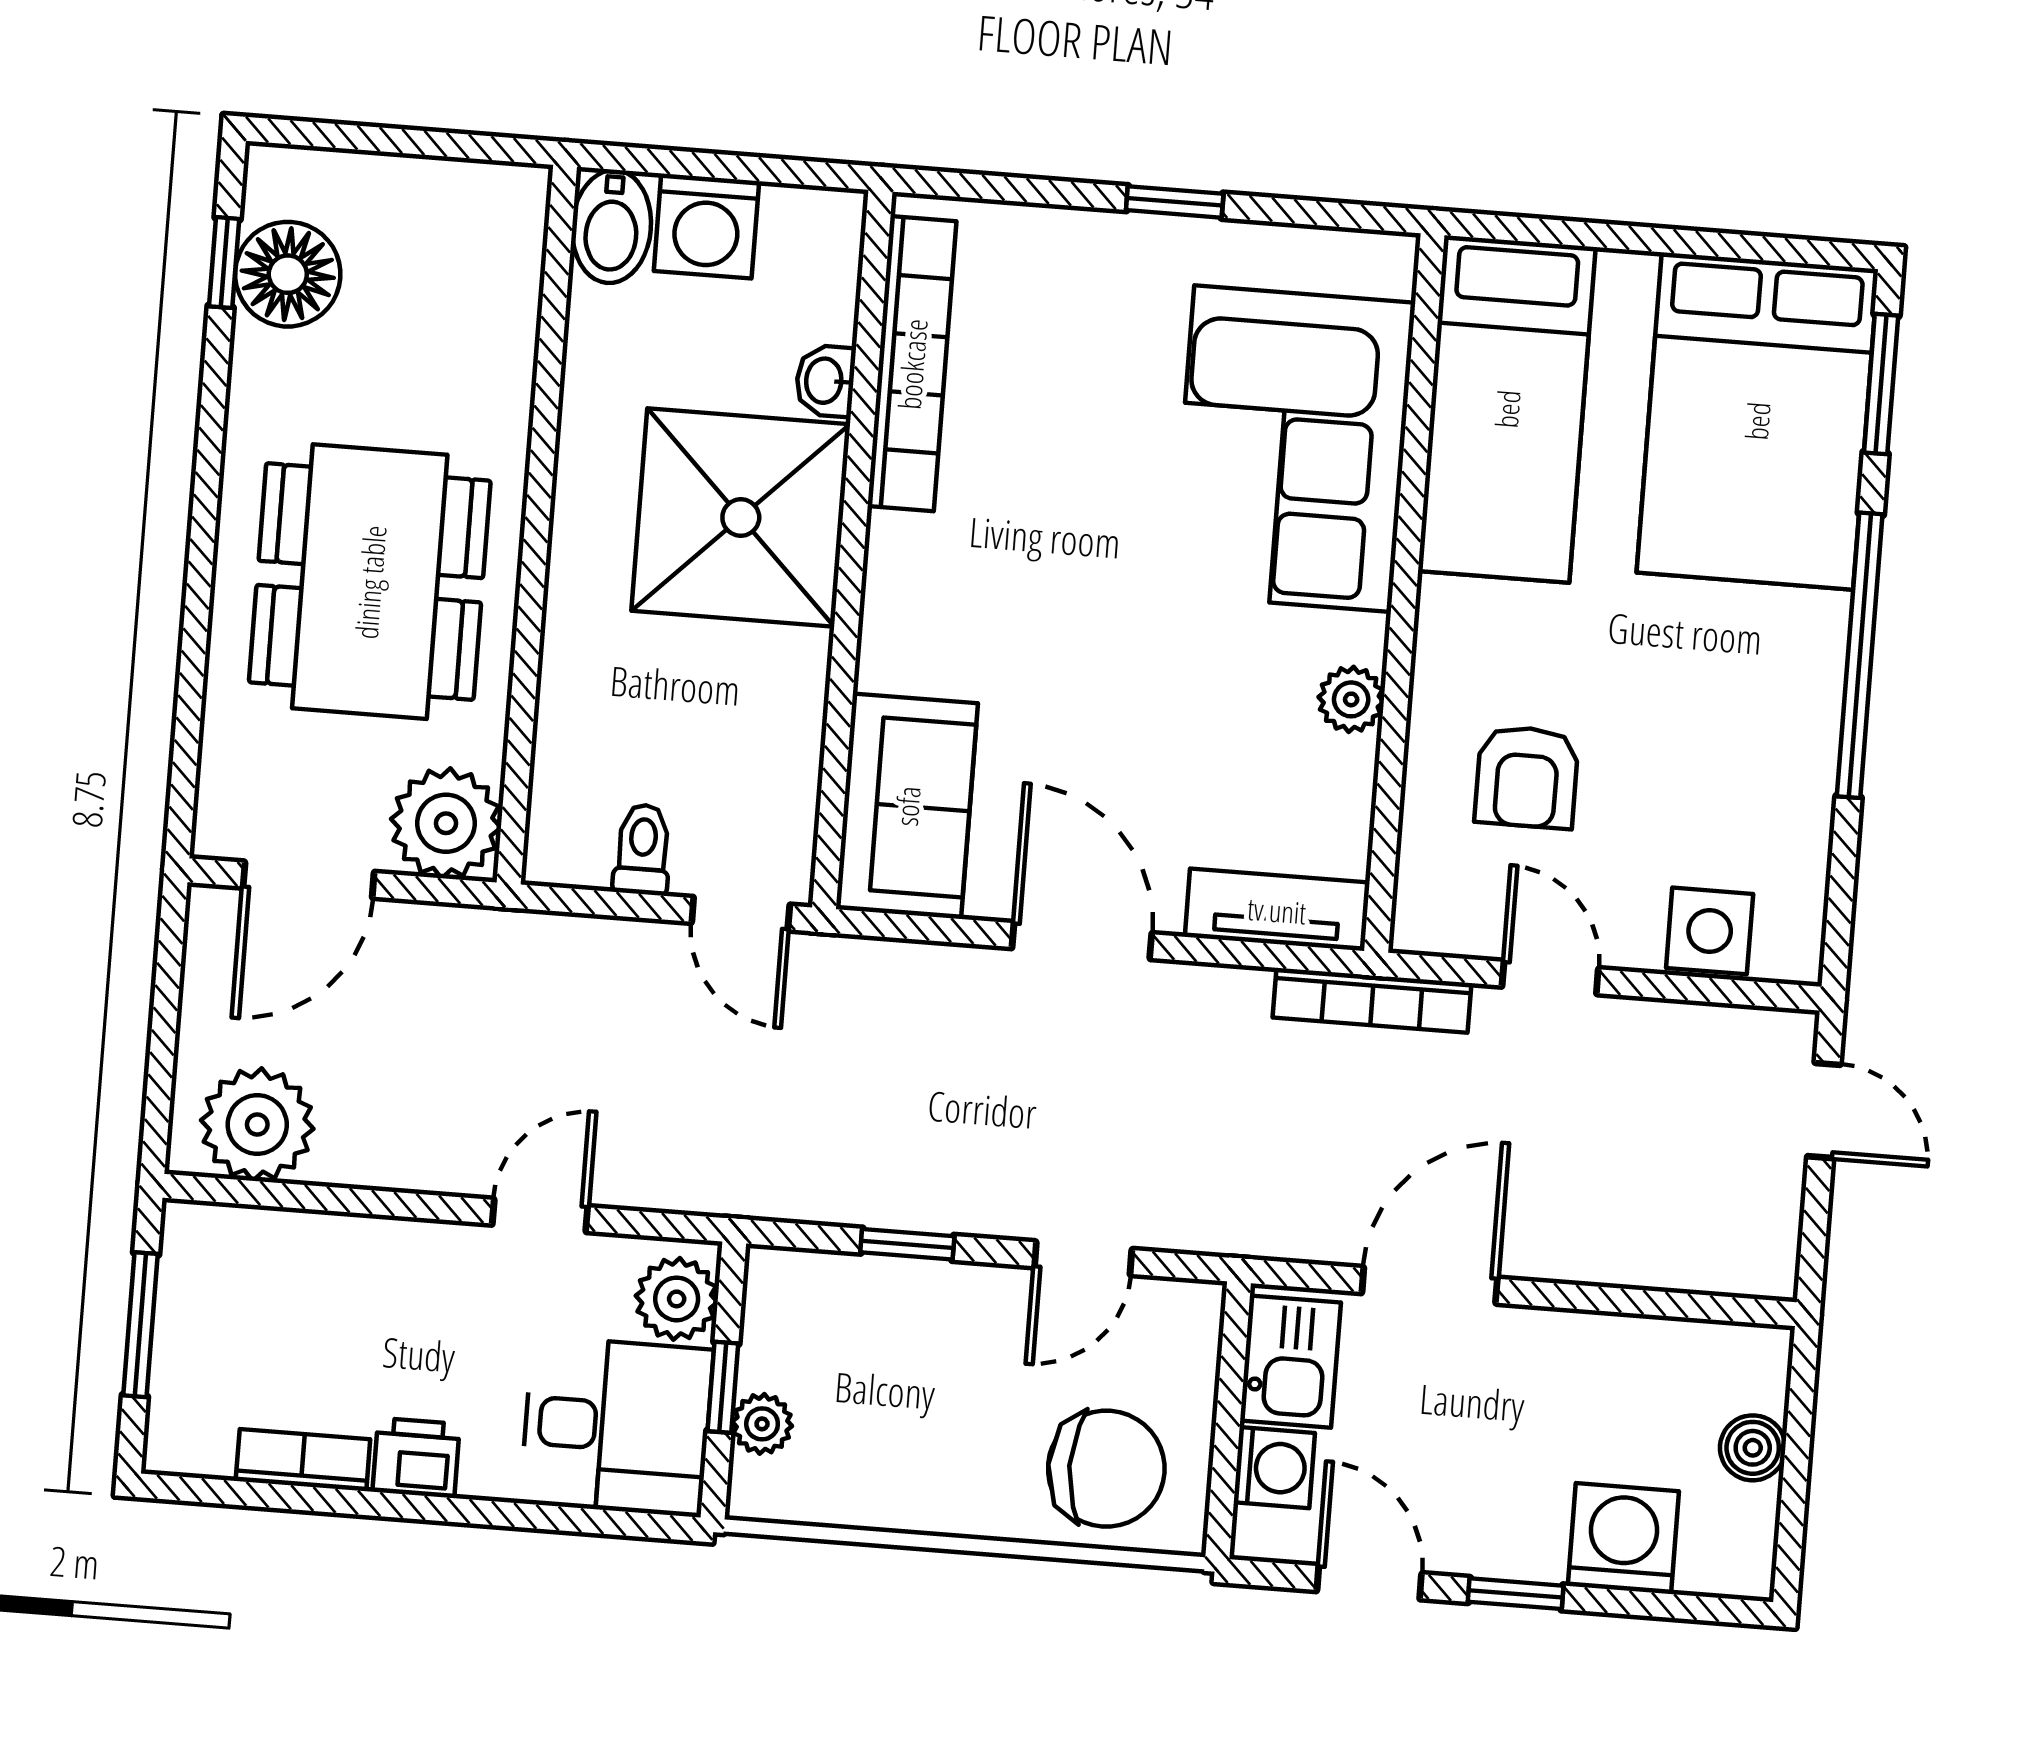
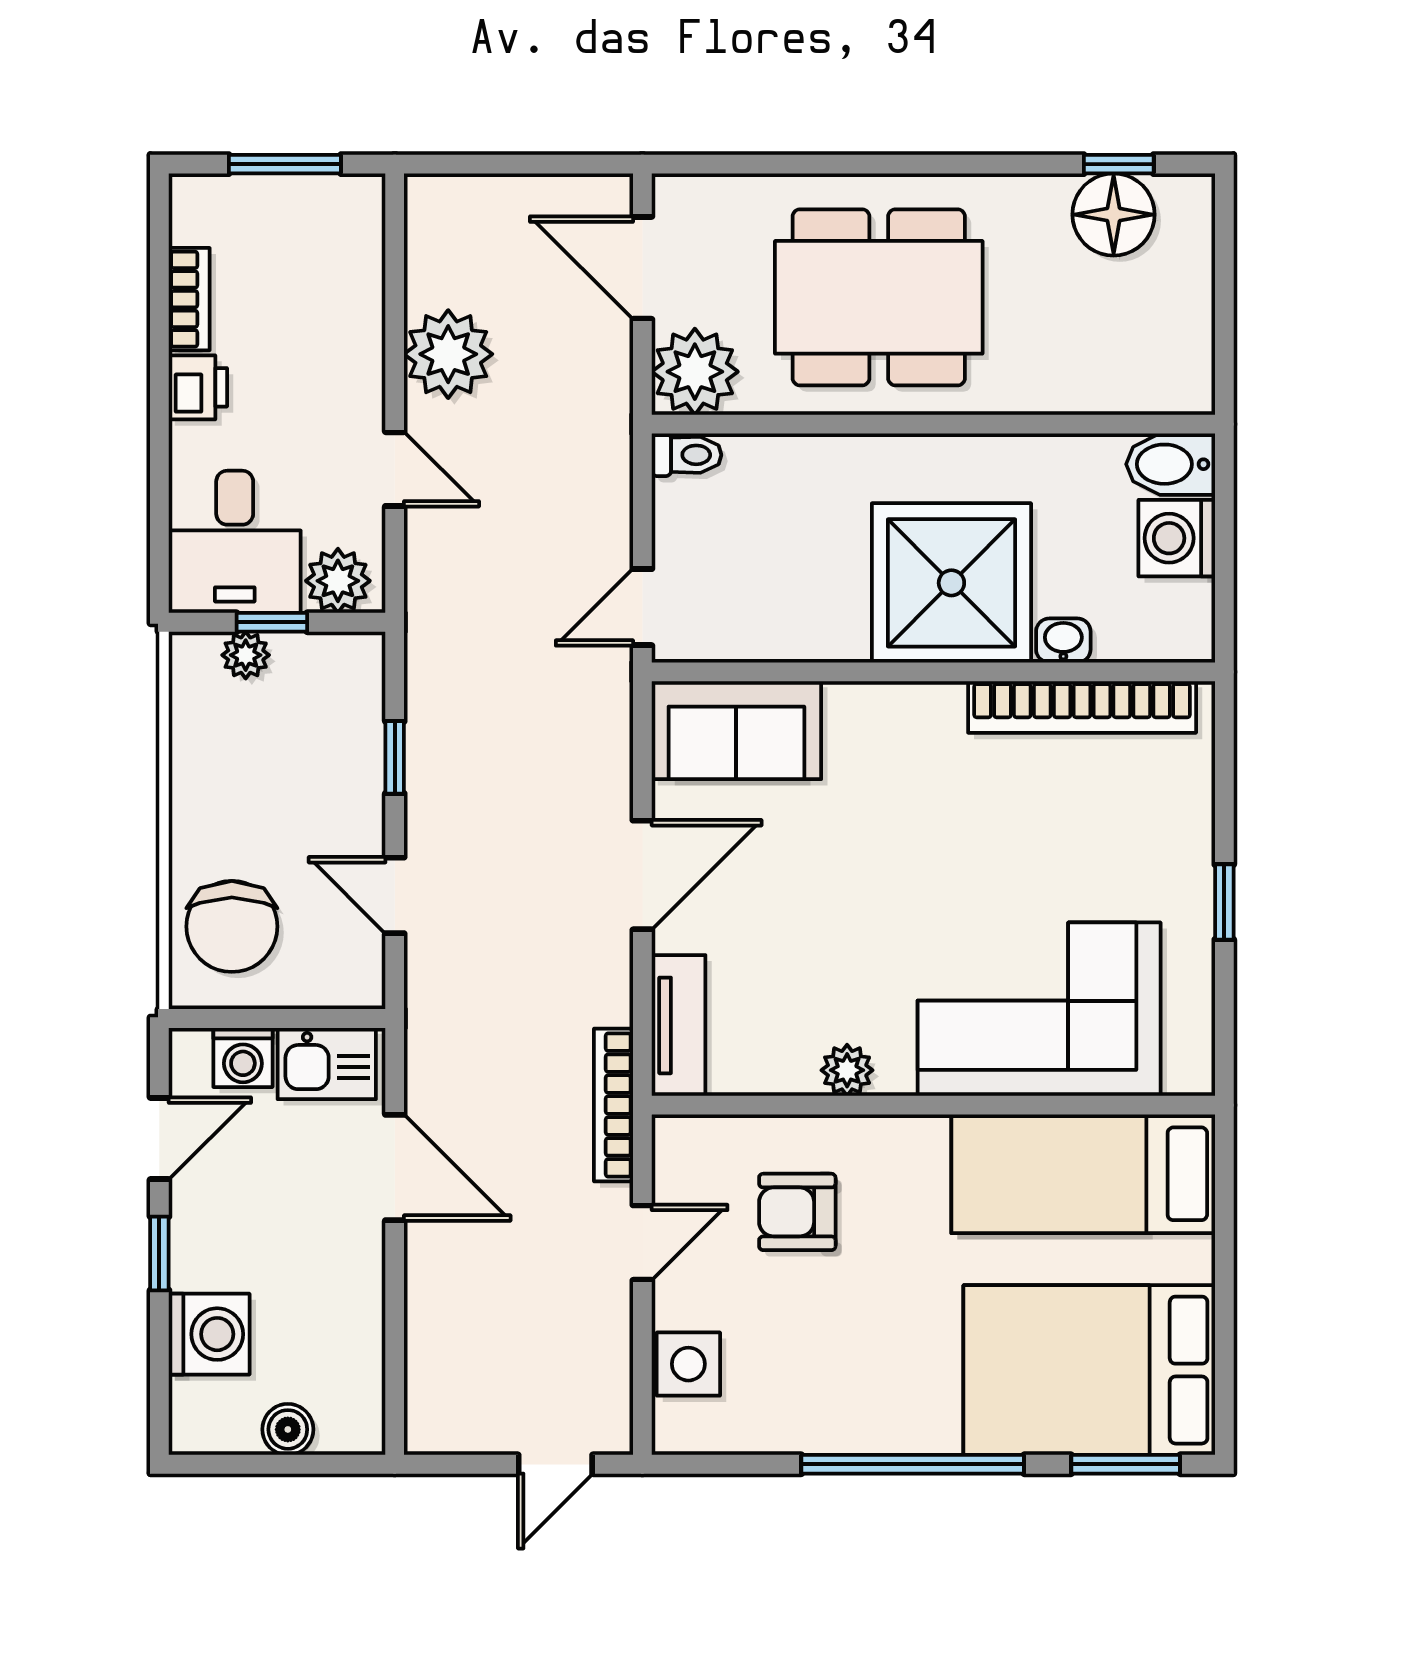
toilet: (643, 849) -> (686, 455), moved
plant: (257, 1125) -> (448, 354), moved

